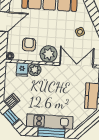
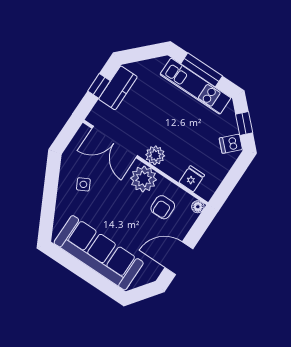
plant: (35, 70) -> (155, 155), moved

